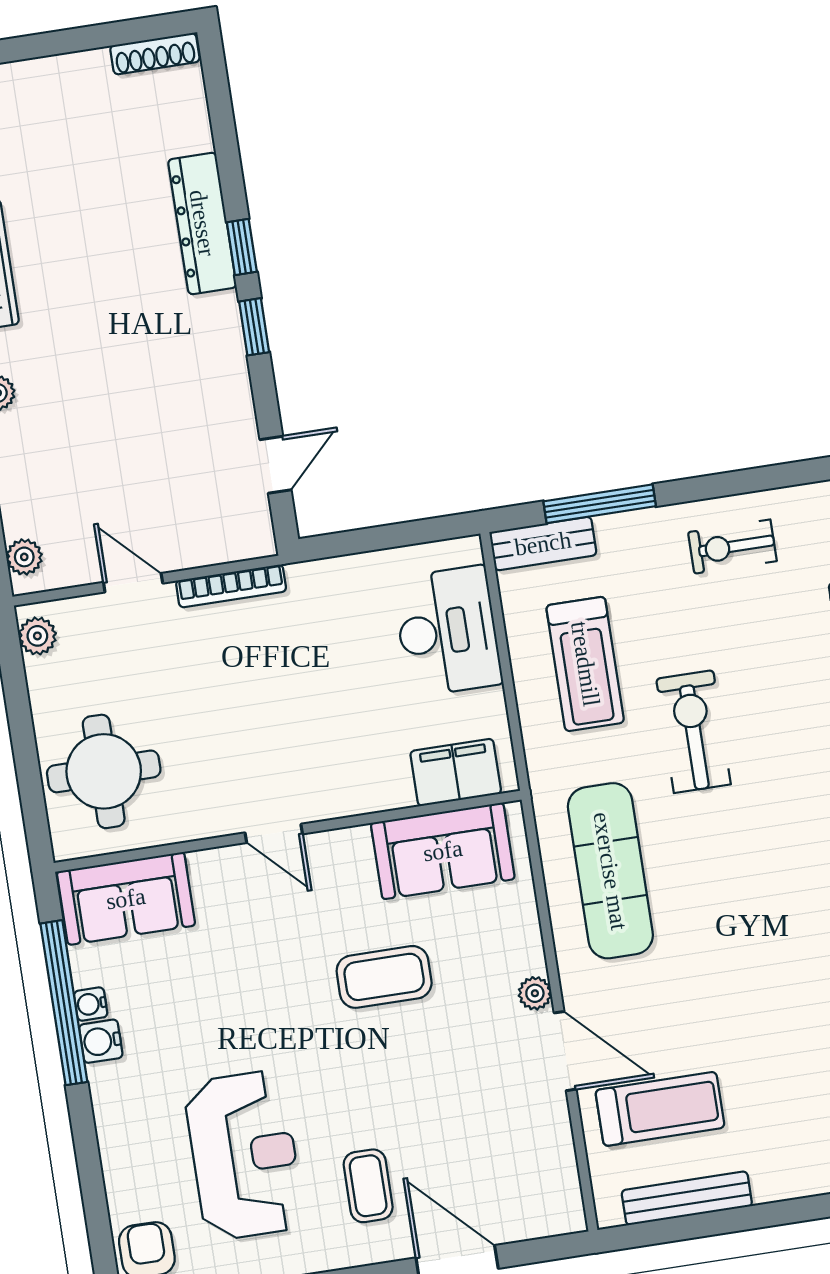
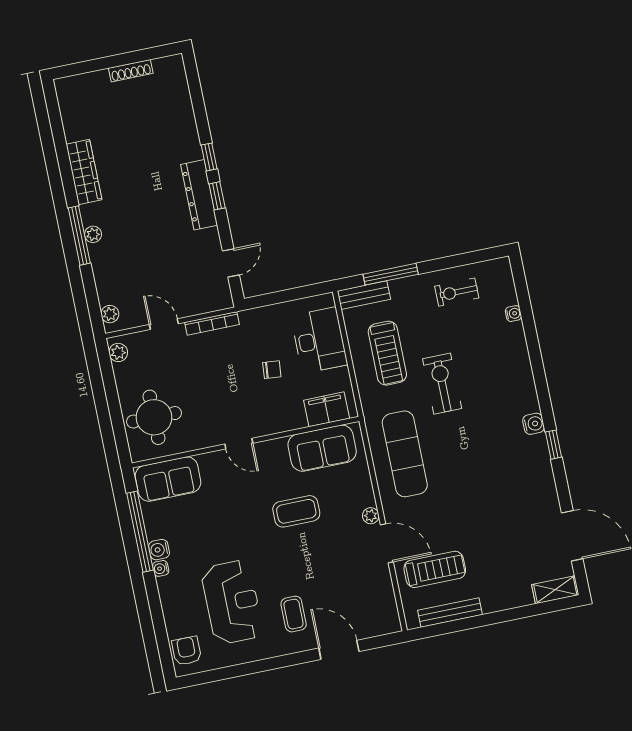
shoe rack: (155, 54) -> (131, 71), moved
dresser: (202, 223) -> (199, 195), moved
chair: (348, 686) -> (272, 370), added
water cooler: (91, 1004) -> (161, 568), moved

